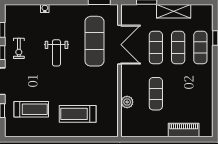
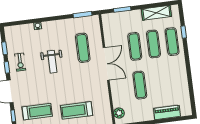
shelving: (174, 11) -> (156, 13), moved
exercise mat: (94, 41) -> (83, 48), width x0.73, depth x0.69
double door: (120, 45) -> (106, 64), moved
plant: (127, 102) -> (119, 113), moved

